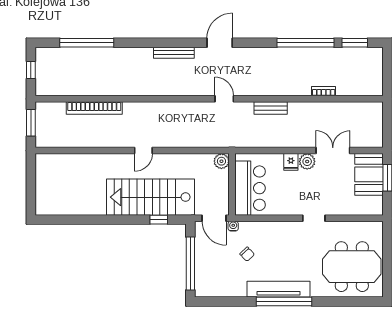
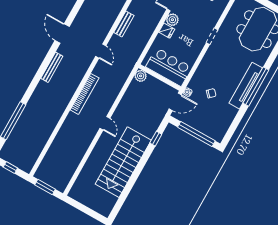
door: (224, 99) -> (101, 51), swing flipped
bookcase: (94, 108) -> (85, 94), moved
stairs: (151, 197) -> (123, 162), moved

